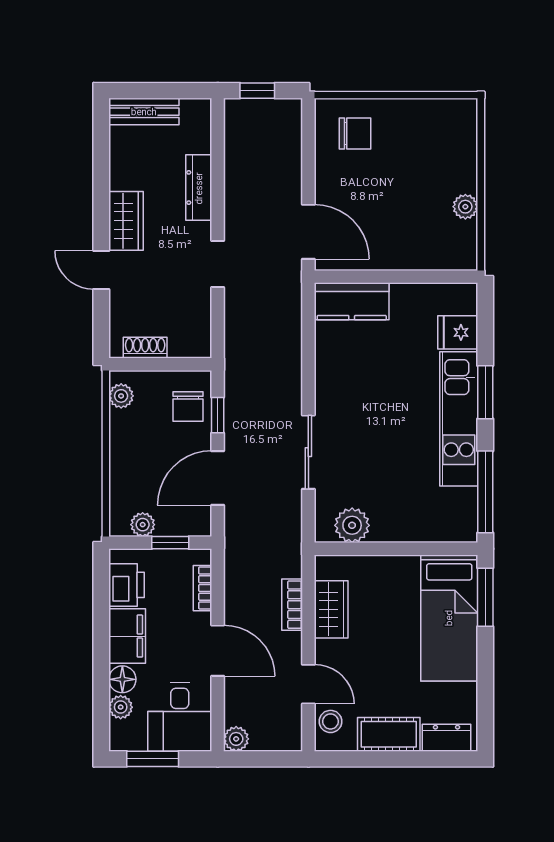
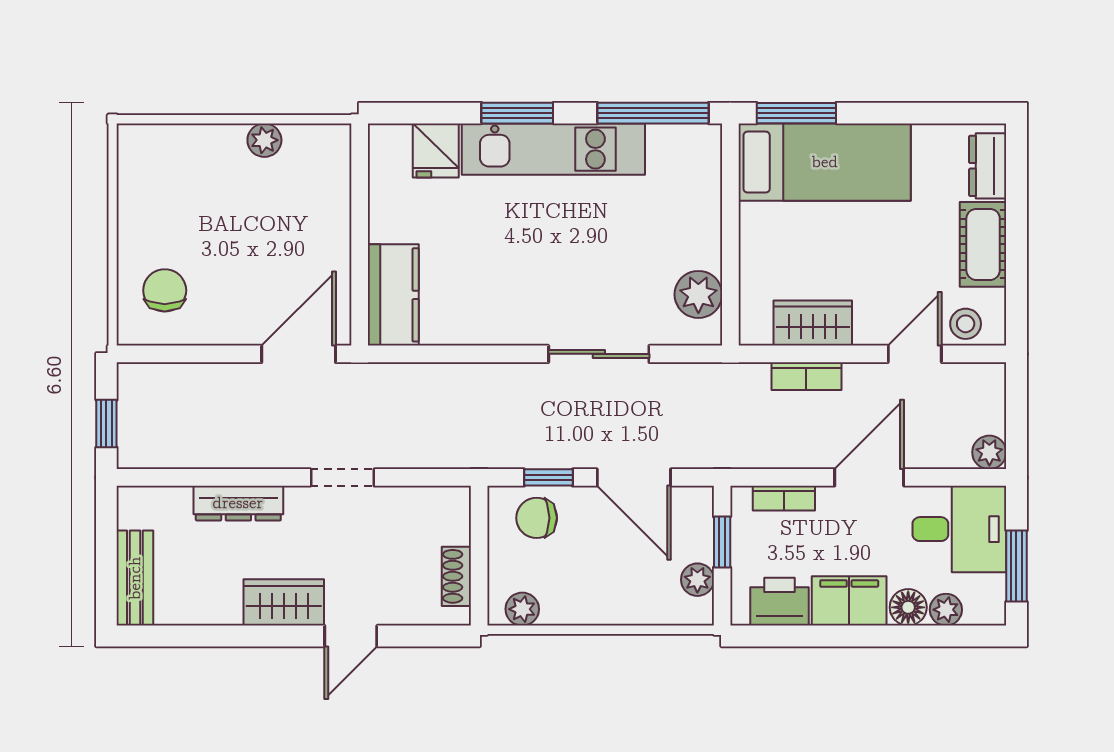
chair: (188, 406) -> (537, 518), turned 180

